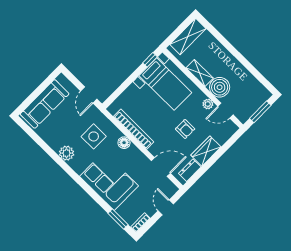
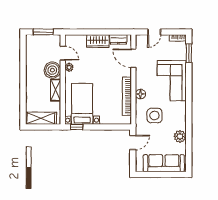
armchair: (185, 129) -> (97, 66), removed
plant: (67, 153) -> (180, 136), moved

